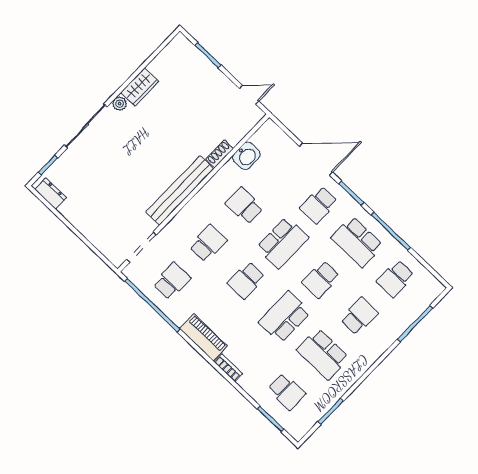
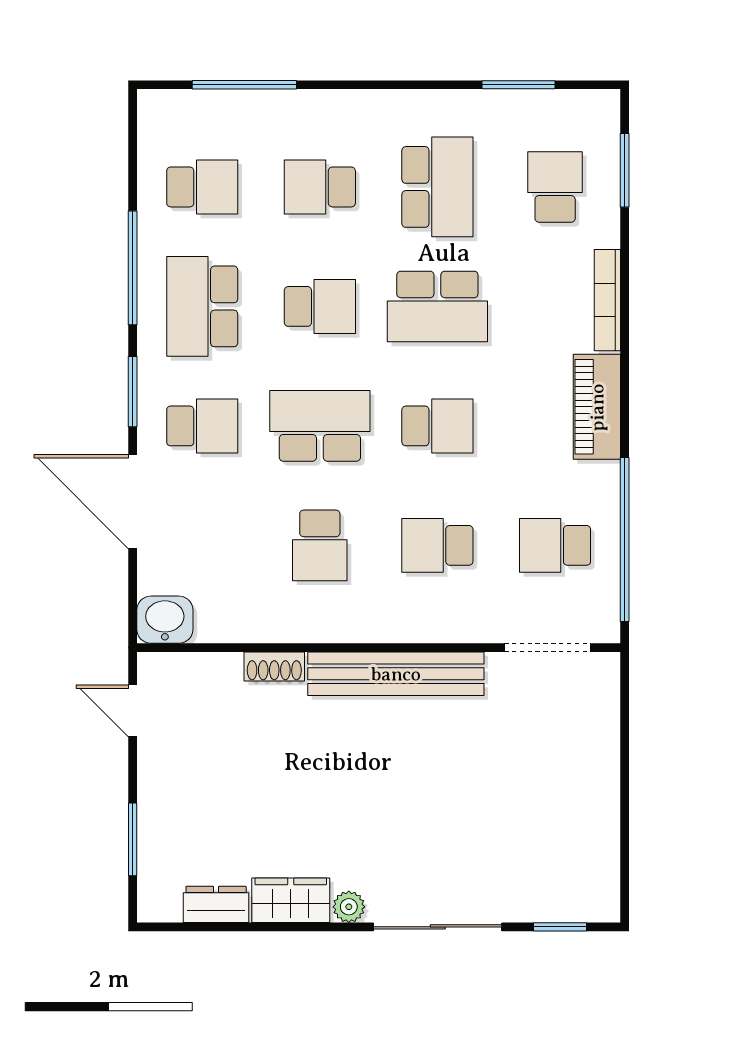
washbasin: (246, 156) -> (165, 620), moved
dresser: (51, 194) -> (216, 904), moved, turned 90
school desk: (357, 242) -> (202, 306), turned 180
bookcase: (228, 368) -> (607, 300), width x1.56

